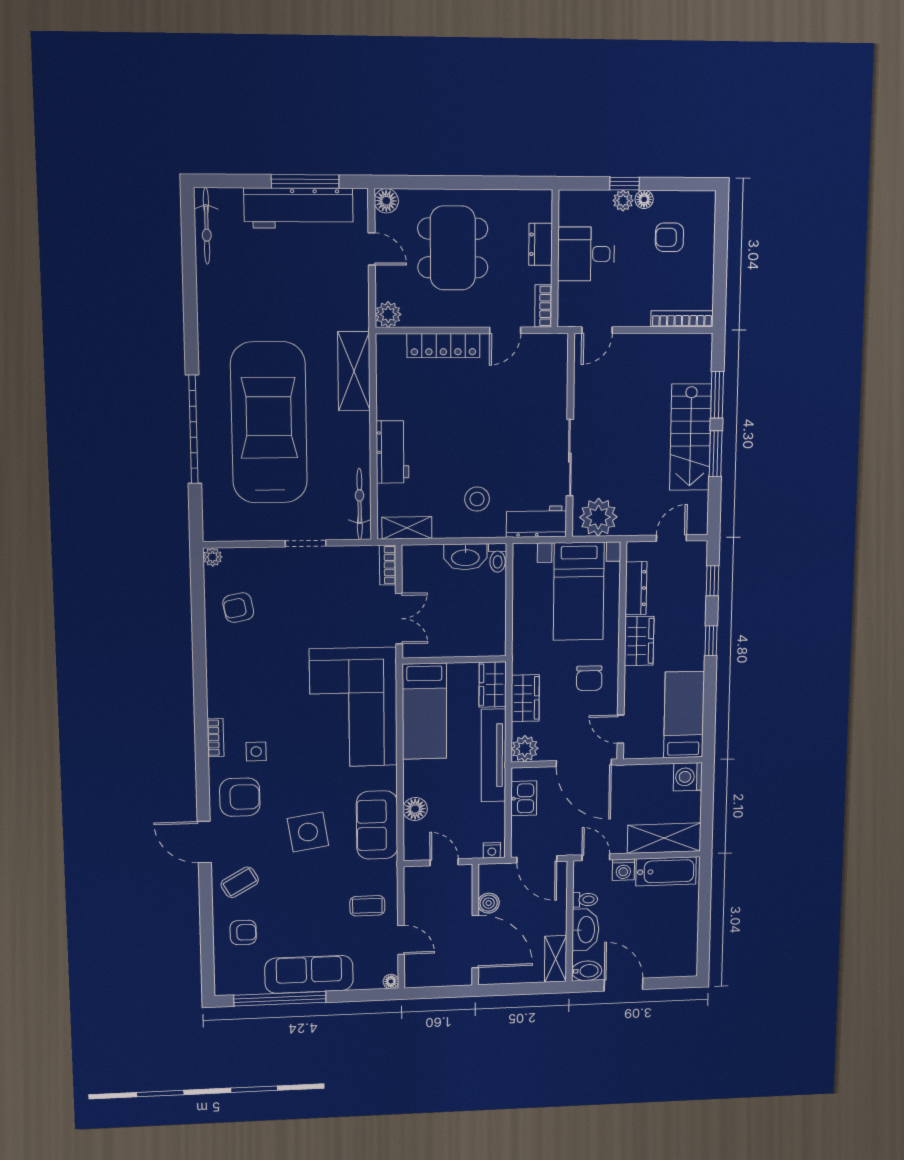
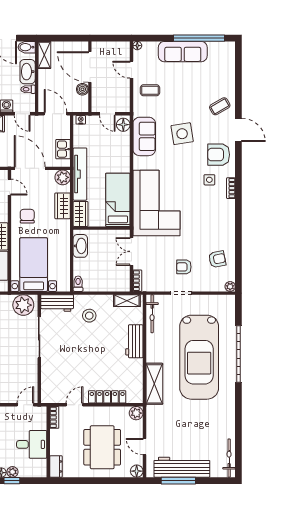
dresser: (541, 244) -> (56, 466), moved
washbasin: (465, 557) -> (80, 246), moved, turned 90
floor lamp: (415, 809) -> (123, 125), moved
armchair: (243, 932) -> (184, 267), moved

